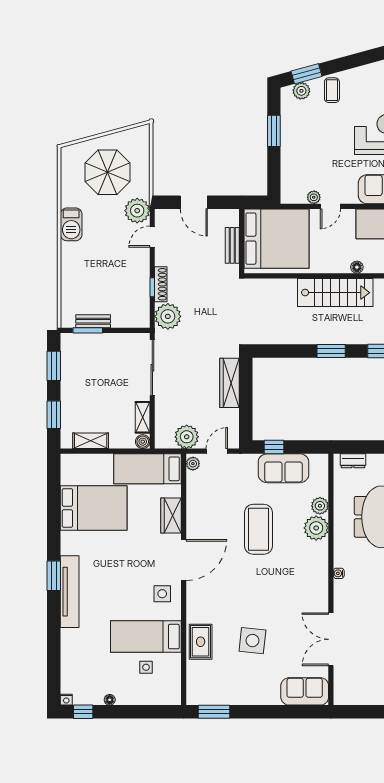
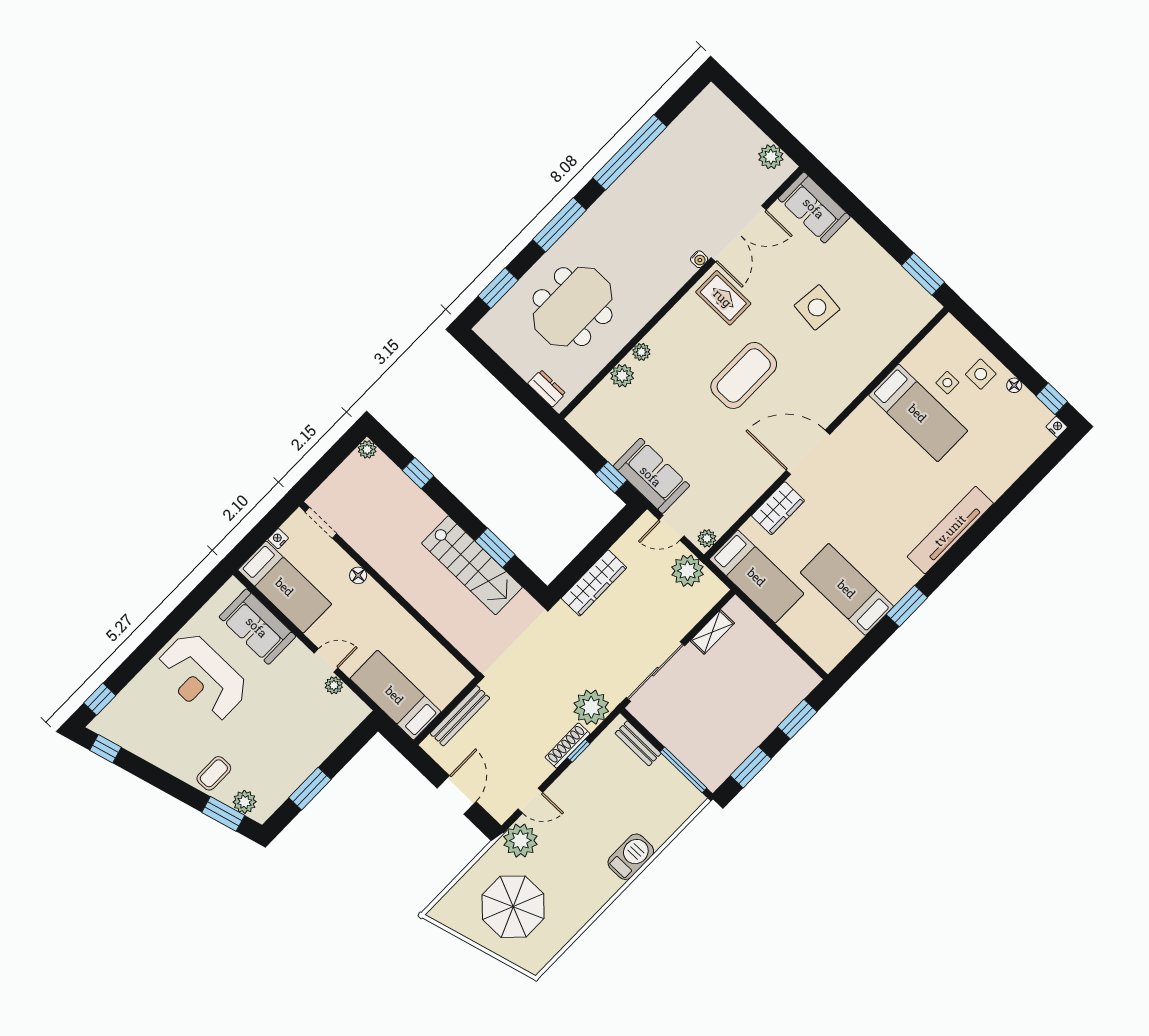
barbecue: (71, 224) -> (631, 857), moved
bed: (276, 239) -> (395, 695), width x0.49
bench: (232, 245) -> (460, 716), width x1.36
stairs: (335, 293) -> (472, 565), moved, turned 180
bench: (93, 321) -> (638, 743), moved
window: (88, 330) -> (683, 770), width x1.44
window: (331, 351) -> (495, 548), moved
shelving: (91, 441) -> (786, 658), removed
boiler: (143, 442) -> (735, 608), removed
sofa: (283, 468) -> (651, 476), moved
bed: (94, 508) -> (847, 589), width x0.67
plant: (316, 528) -> (641, 352), width x0.53, depth x0.53
coffee table: (259, 529) -> (744, 375), moved
water cooler: (339, 573) -> (699, 259), moved
window: (54, 576) -> (907, 606), moved
side table: (162, 594) -> (981, 374), moved
rug: (201, 642) -> (723, 298), moved, turned 90
plant: (353, 696) -> (771, 157), added

